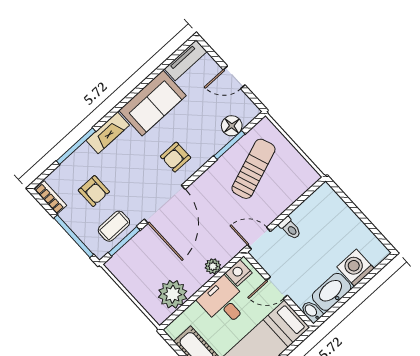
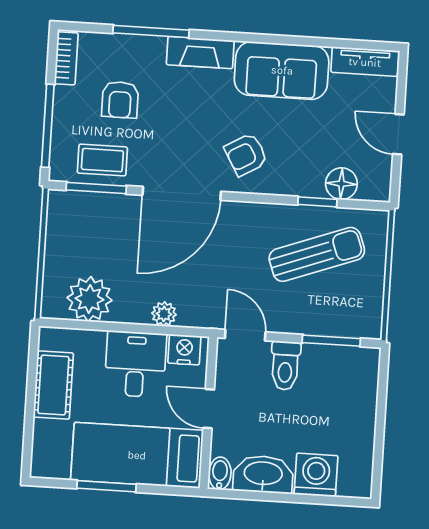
window: (229, 145) -> (317, 202), width x0.67
armchair: (176, 157) -> (246, 155), turned -30
window: (300, 201) -> (331, 341), added
toilet: (290, 228) -> (285, 366), width x1.37, depth x1.39

